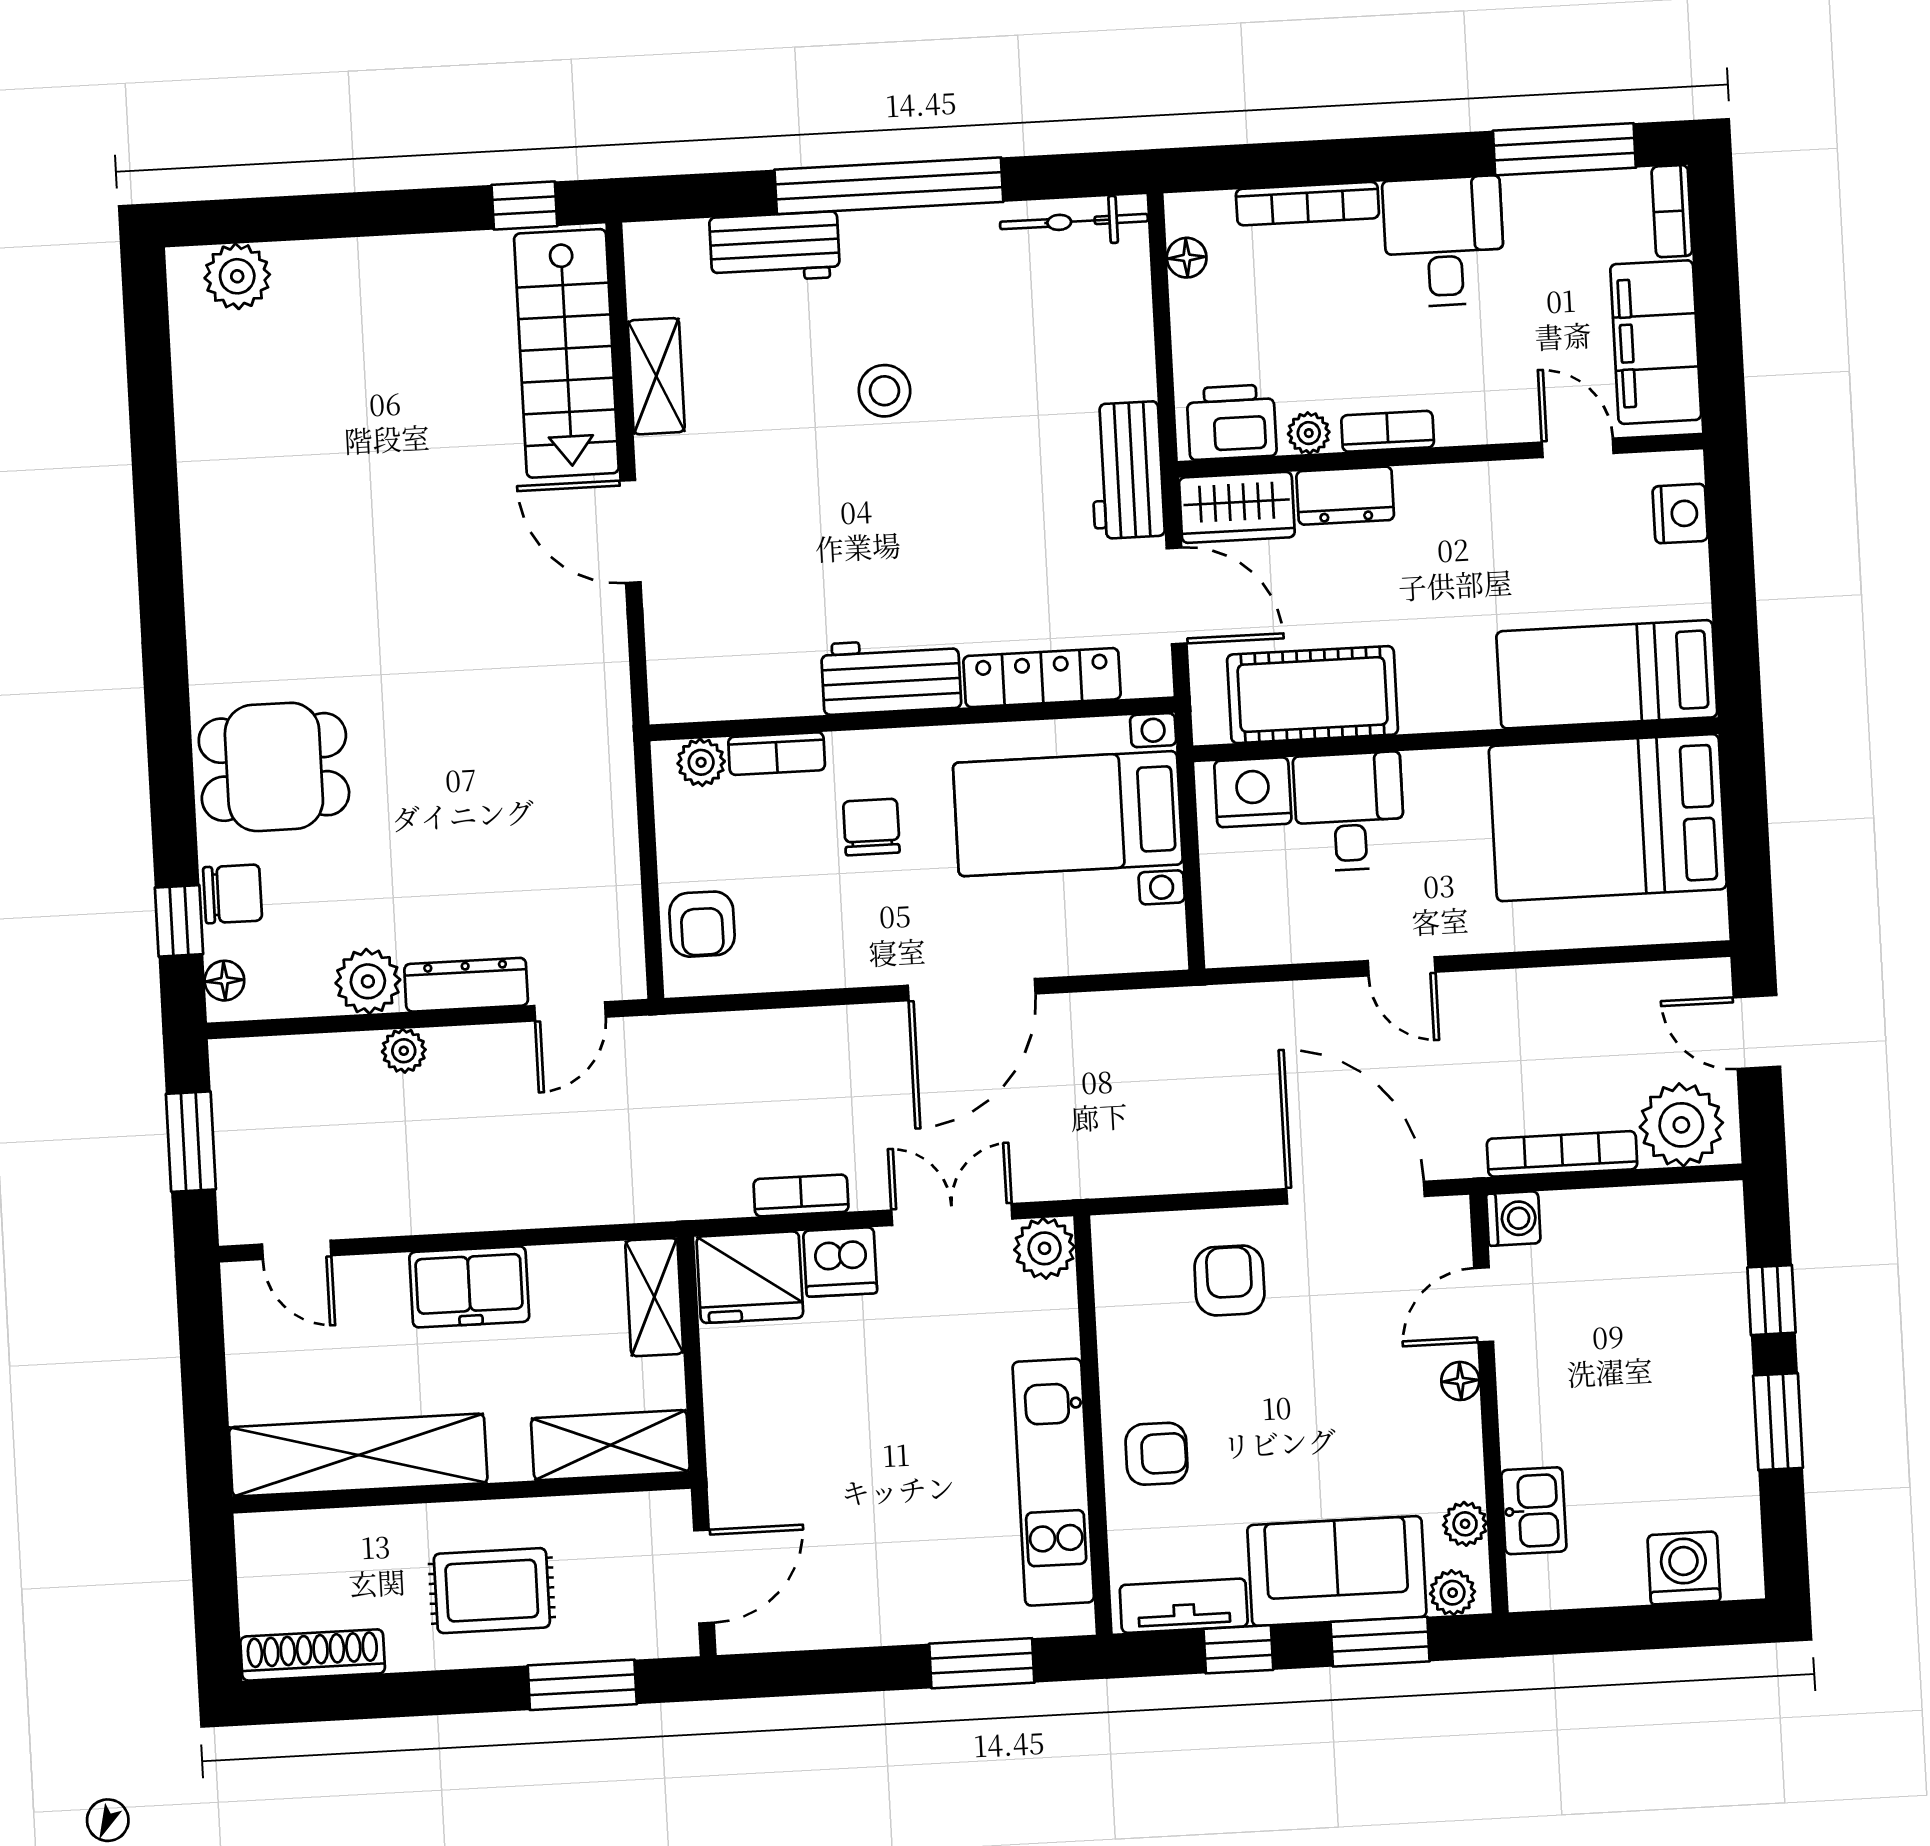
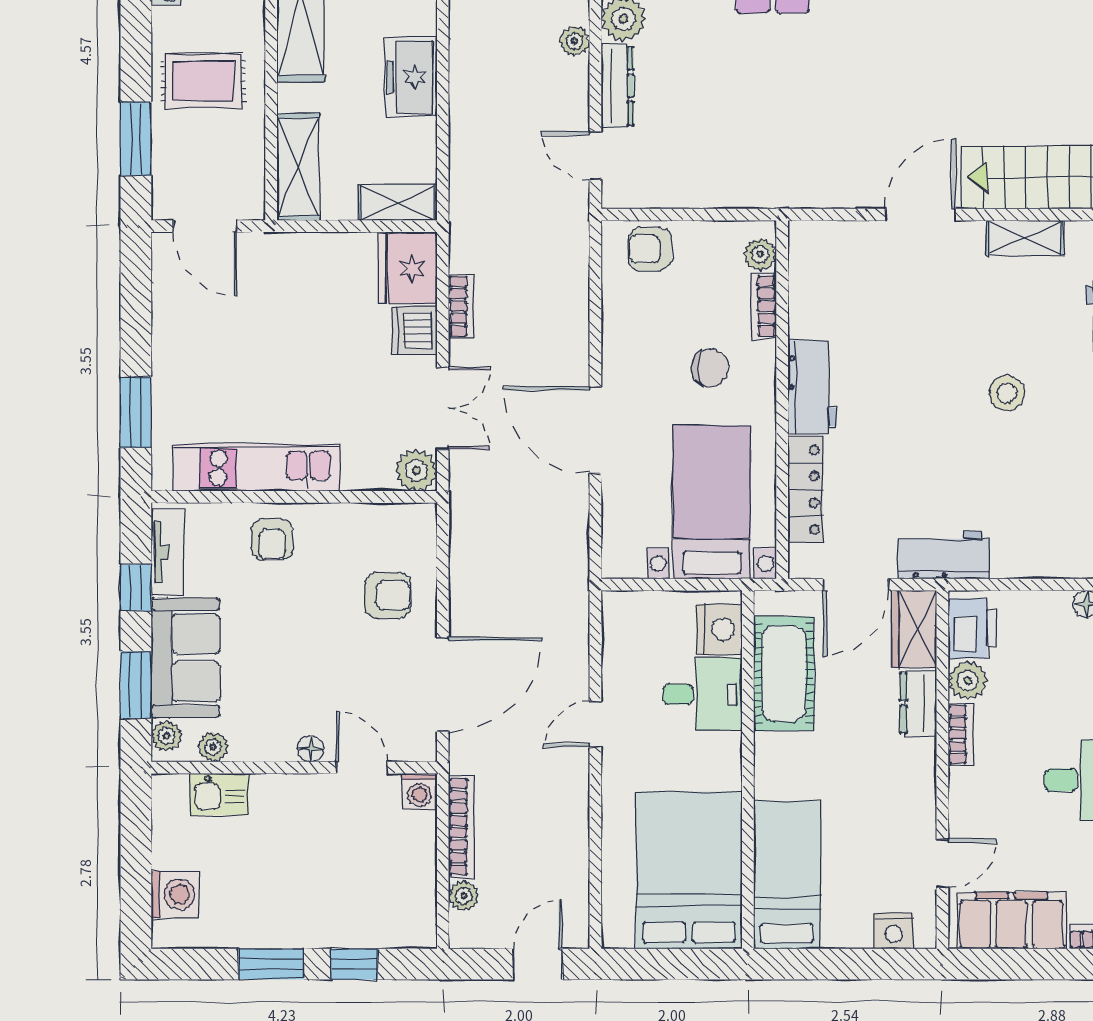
plant: (1309, 433) -> (968, 681), width x1.38, depth x1.38
plant: (1681, 1125) -> (464, 896), width x0.53, depth x0.53
rug: (492, 1591) -> (203, 81), turned 90

